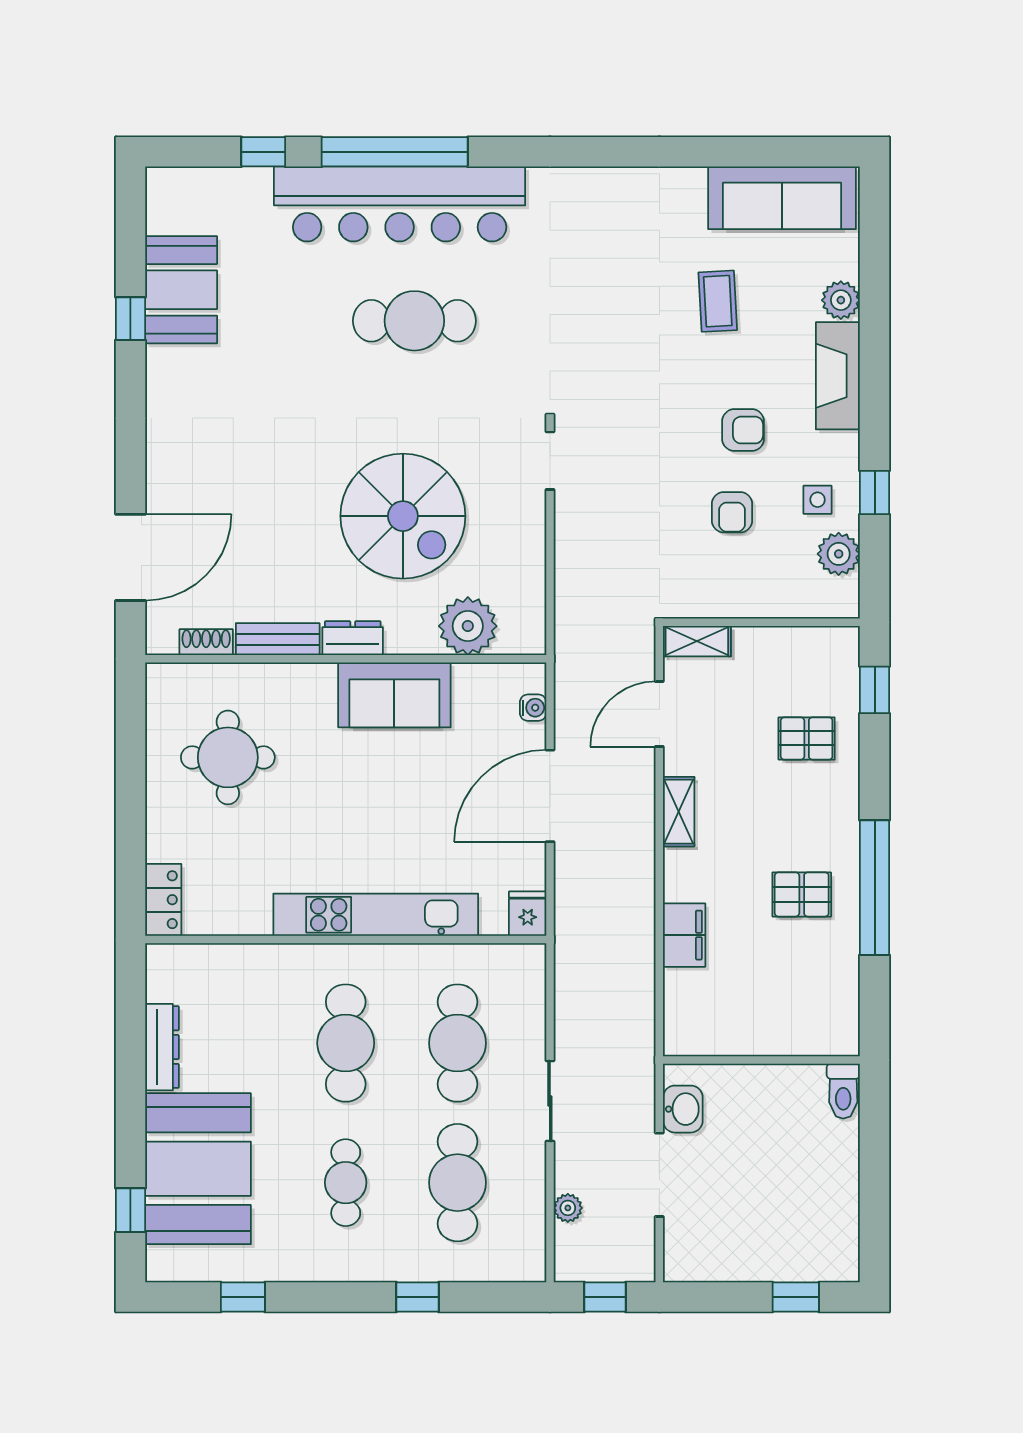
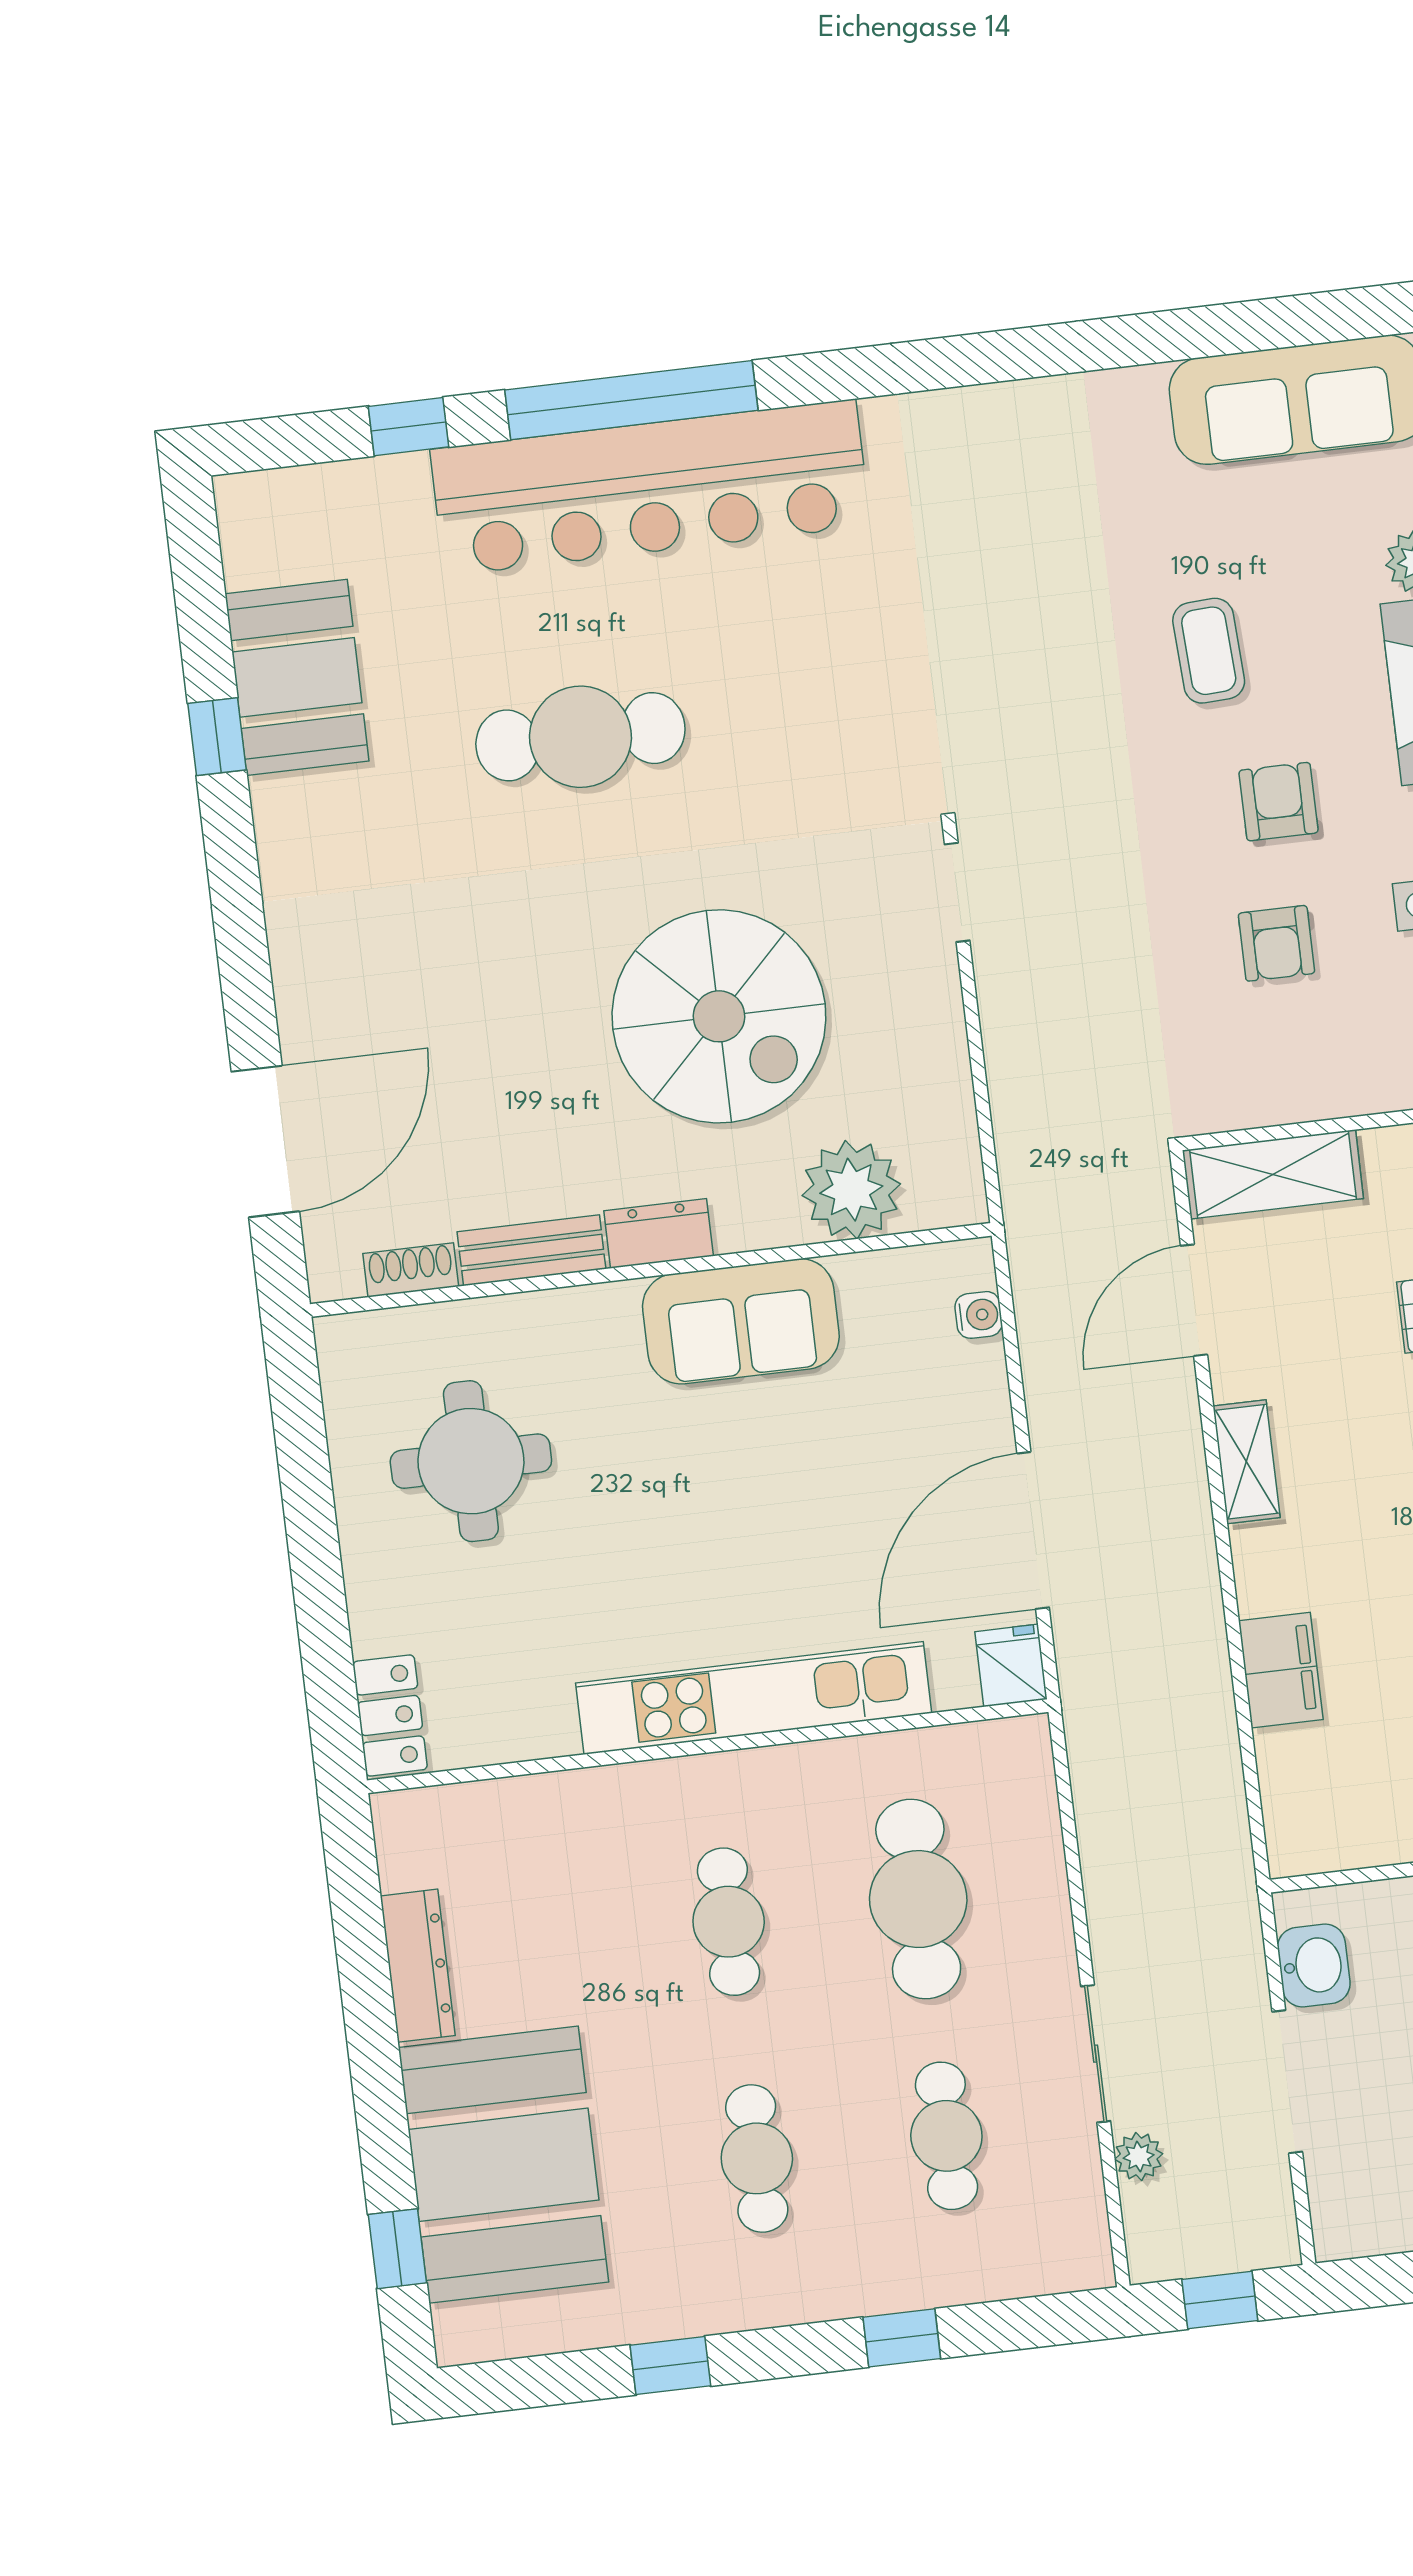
coffee table: (718, 301) -> (1209, 651), moved
cafe table: (414, 321) -> (580, 737), moved
armchair: (743, 430) -> (1278, 802), turned -90
shelving: (697, 641) -> (1273, 1174), width x1.50, depth x1.33
door: (550, 796) -> (1033, 1530), moved
cafe table: (346, 1043) -> (729, 1922), width x0.73, depth x0.74
sliding door: (550, 1101) -> (1096, 2054), moved
cafe table: (458, 1183) -> (946, 2136), width x0.73, depth x0.74
window: (243, 1297) -> (670, 2366), moved

